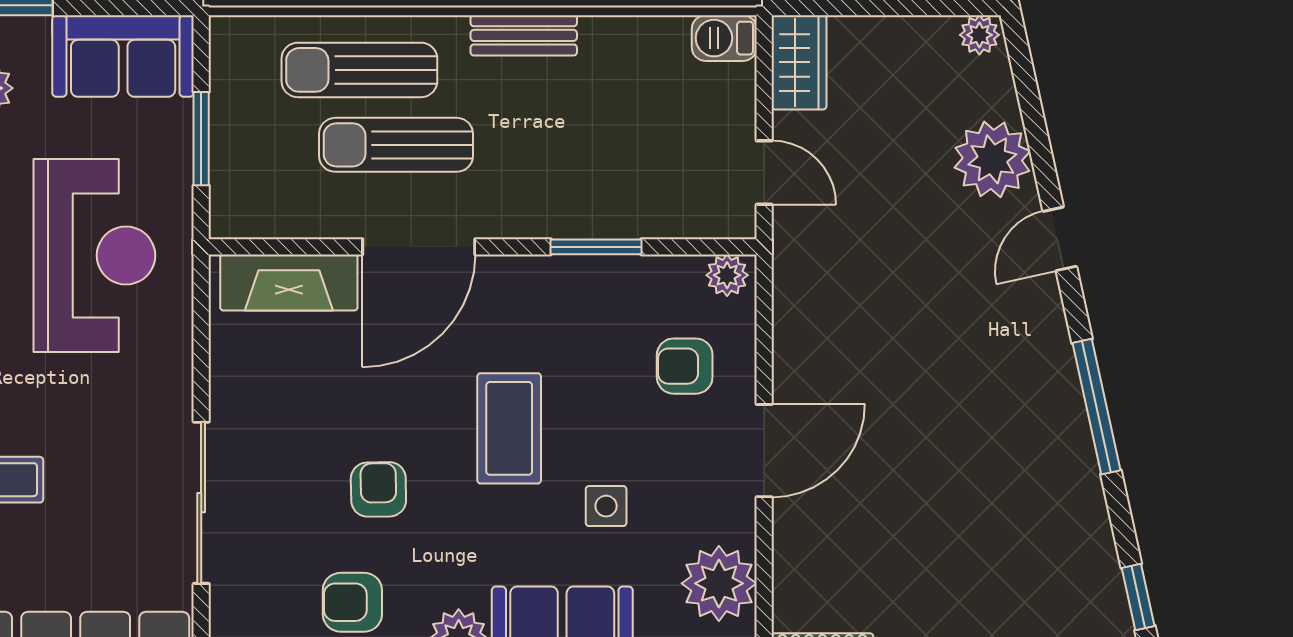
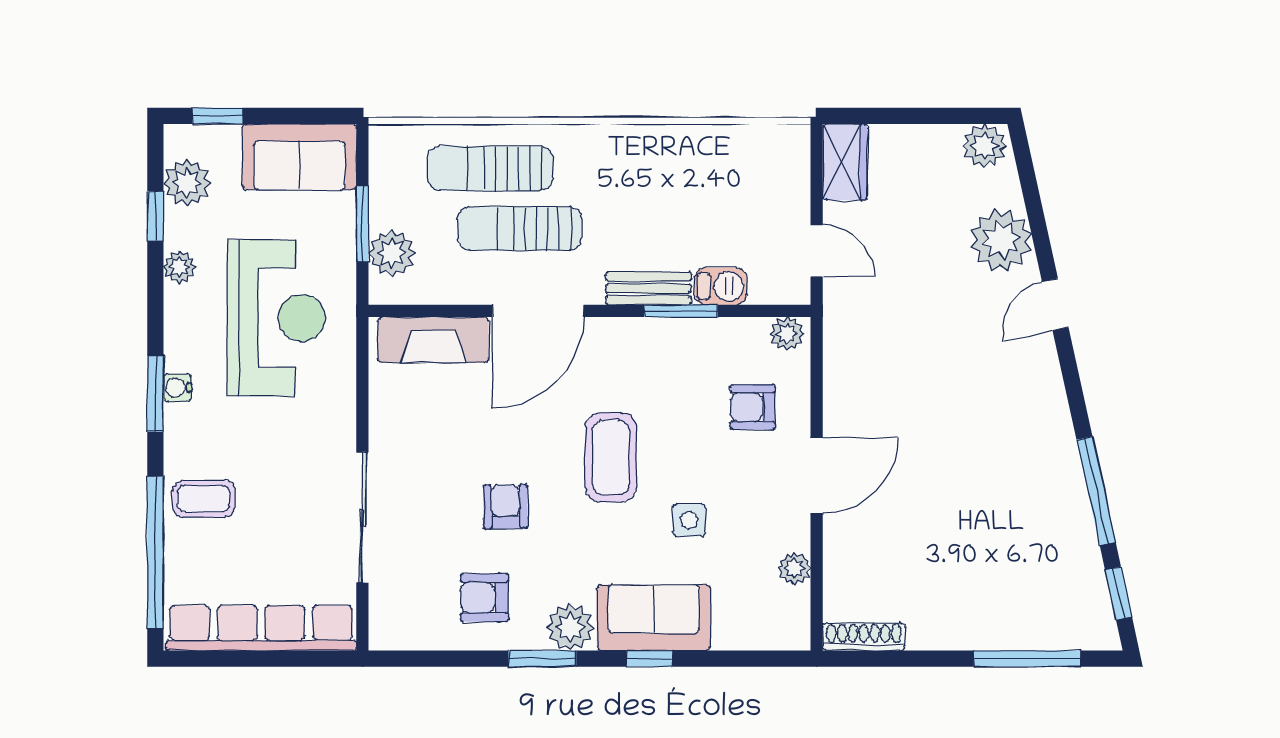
bench: (524, 35) -> (648, 288), moved
plant: (979, 35) -> (984, 146), width x1.38, depth x1.38
barbecue: (724, 38) -> (721, 286), moved, turned 180
plant: (238, 175) -> (392, 253), added
window: (1096, 407) -> (1096, 491), moved
plant: (719, 583) -> (794, 568), width x0.53, depth x0.53

